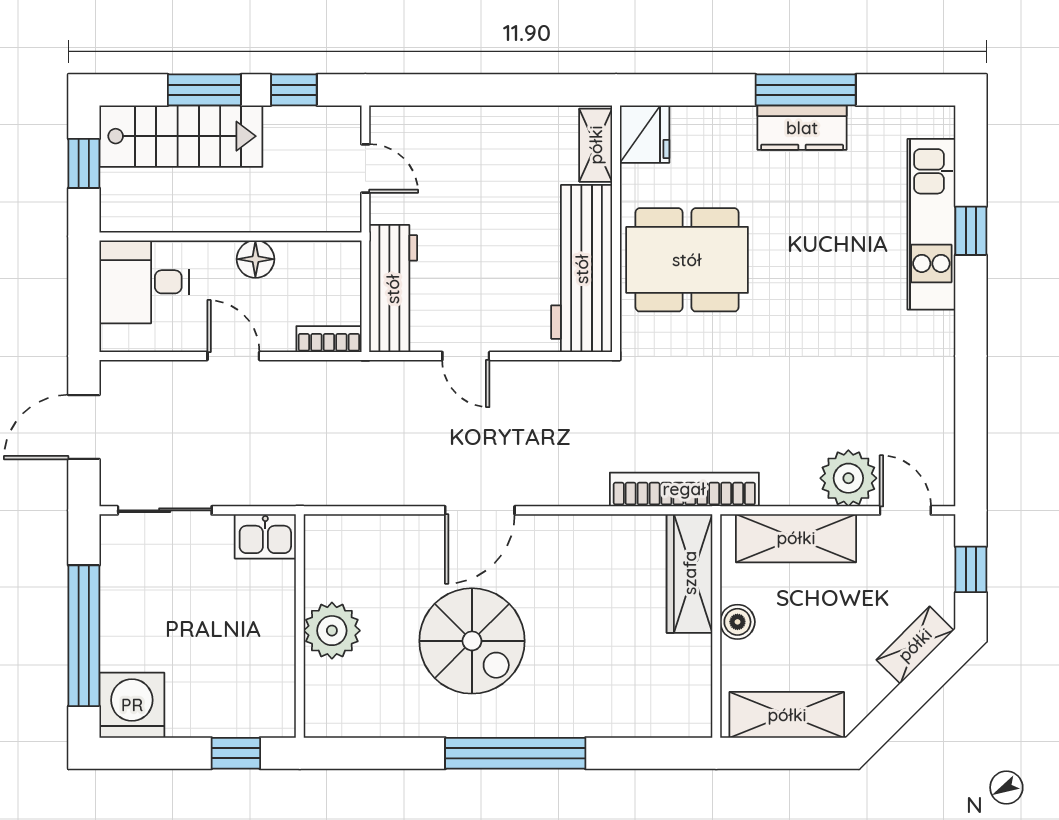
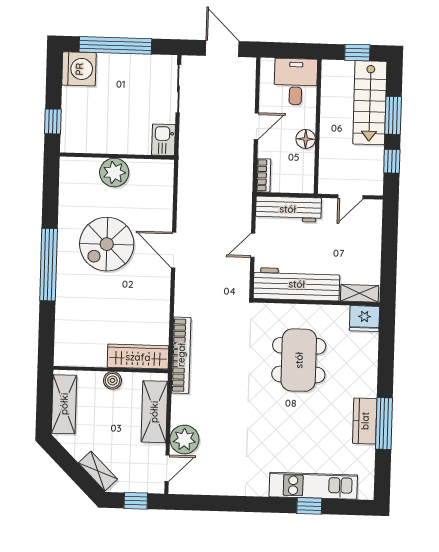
fridge: (645, 134) -> (364, 319), moved
shelving: (596, 145) -> (360, 293), moved
wall: (616, 229) -> (316, 302), moved
workbench: (582, 269) -> (297, 284), moved

